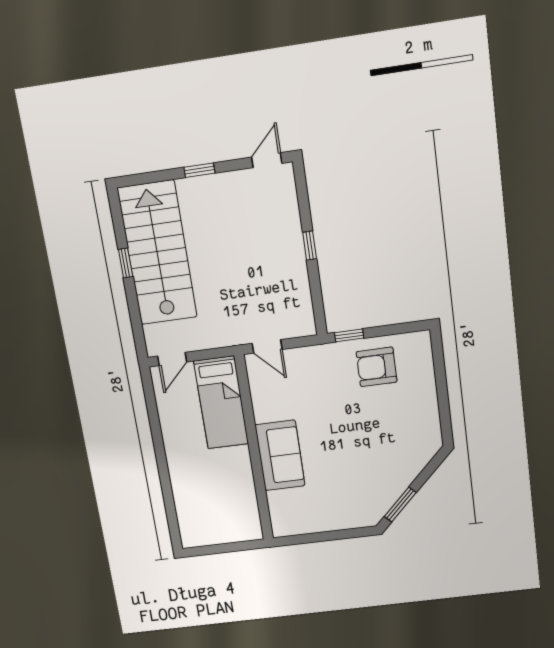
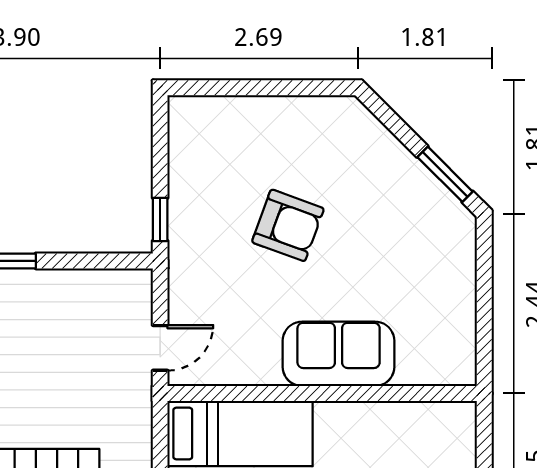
armchair: (377, 367) -> (288, 225), moved, turned -70

